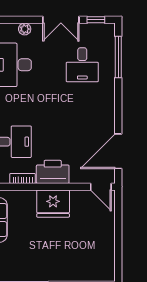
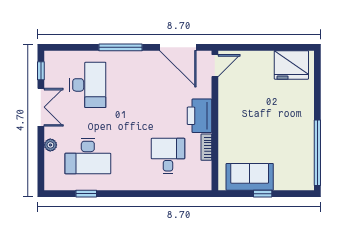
window: (118, 57) -> (120, 47), moved
desk: (82, 65) -> (88, 85), width x1.37
fridge: (53, 204) -> (291, 65), moved, turned 90

